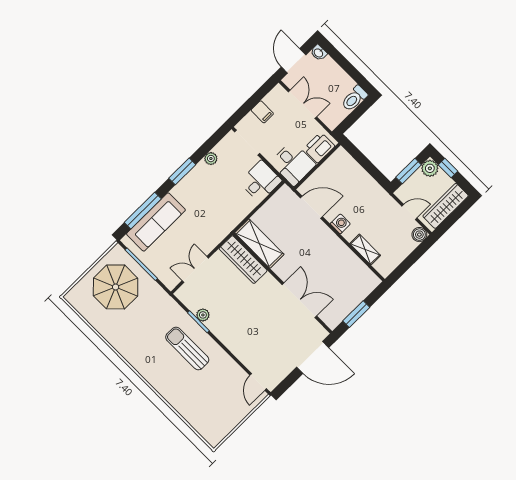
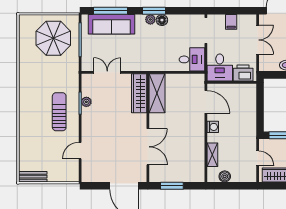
plant: (211, 159) -> (150, 19), moved
floor lamp: (198, 173) -> (162, 20), added
boiler: (419, 235) -> (225, 176), moved
door: (258, 382) -> (80, 151), moved
bench: (222, 431) -> (33, 177), added

